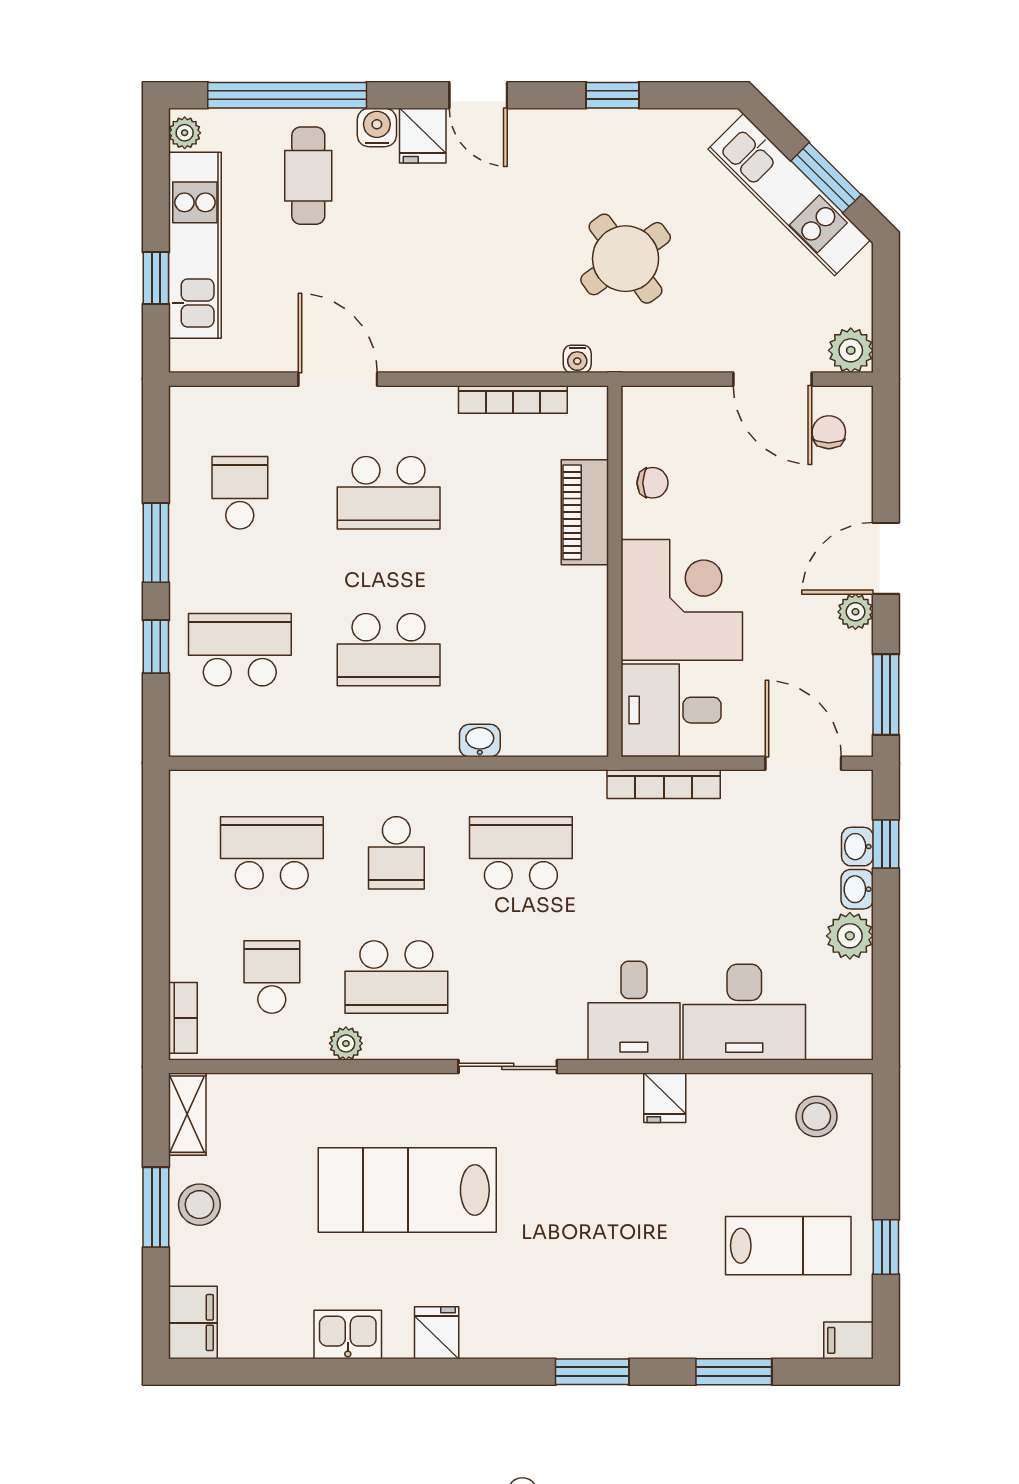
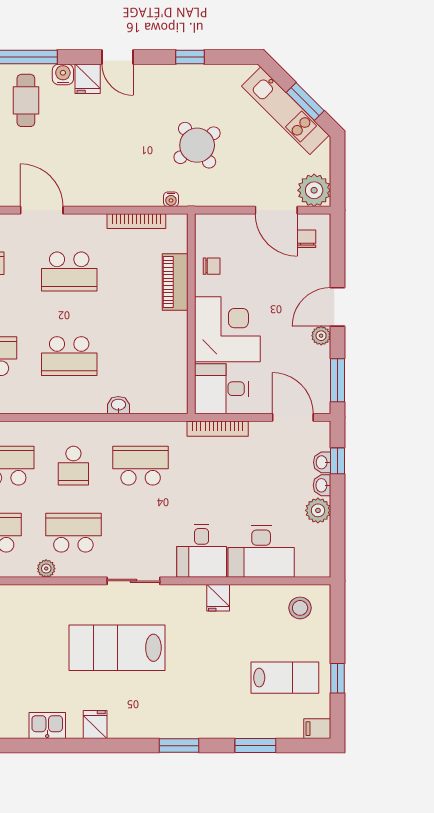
plant: (851, 350) -> (314, 190), width x1.36, depth x1.36
school desk: (396, 977) -> (73, 533), turned 180
lab bench: (407, 1190) -> (117, 648), moved

